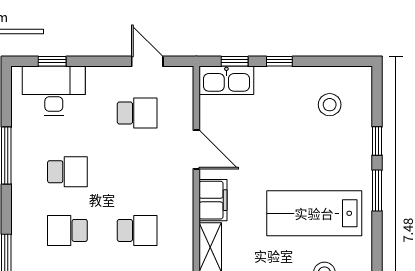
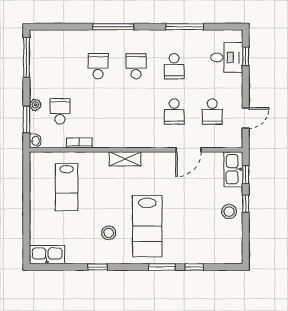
desk: (54, 91) -> (227, 57), width x0.73
stool: (330, 105) -> (229, 211), moved
filing cabinet: (213, 200) -> (156, 161), removed
lab bench: (314, 213) -> (147, 226), turned 180
school desk: (137, 230) -> (174, 111), moved

